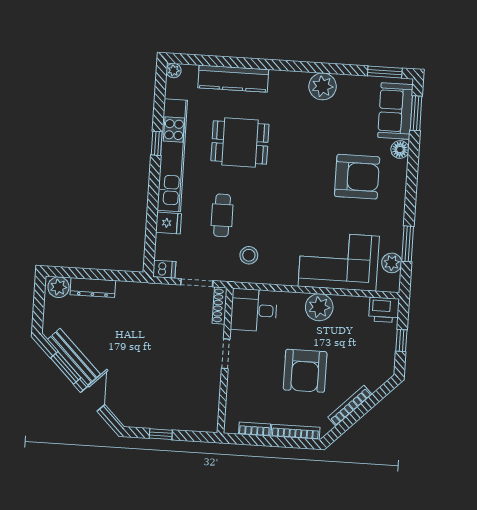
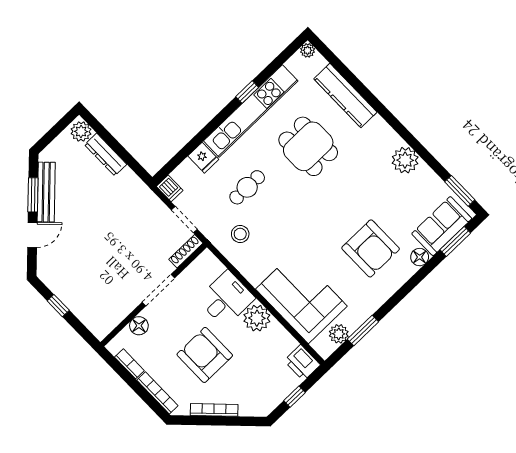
desk: (254, 310) -> (226, 299), moved, turned 90
doorway: (226, 354) -> (158, 290), width x1.38
armchair: (305, 371) -> (205, 355), turned 90
floor lamp: (235, 394) -> (139, 326), added

